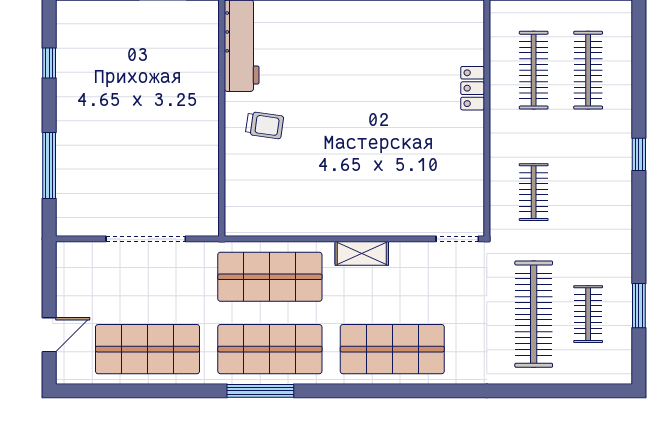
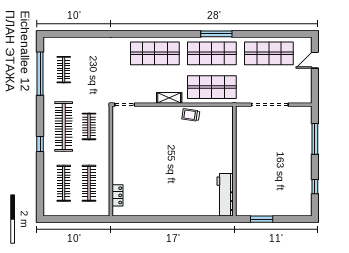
locker: (473, 88) -> (117, 195), moved
trolley: (265, 125) -> (191, 115), moved
window: (639, 306) -> (40, 74), width x2.11
clothes rail: (534, 314) -> (64, 126), moved

